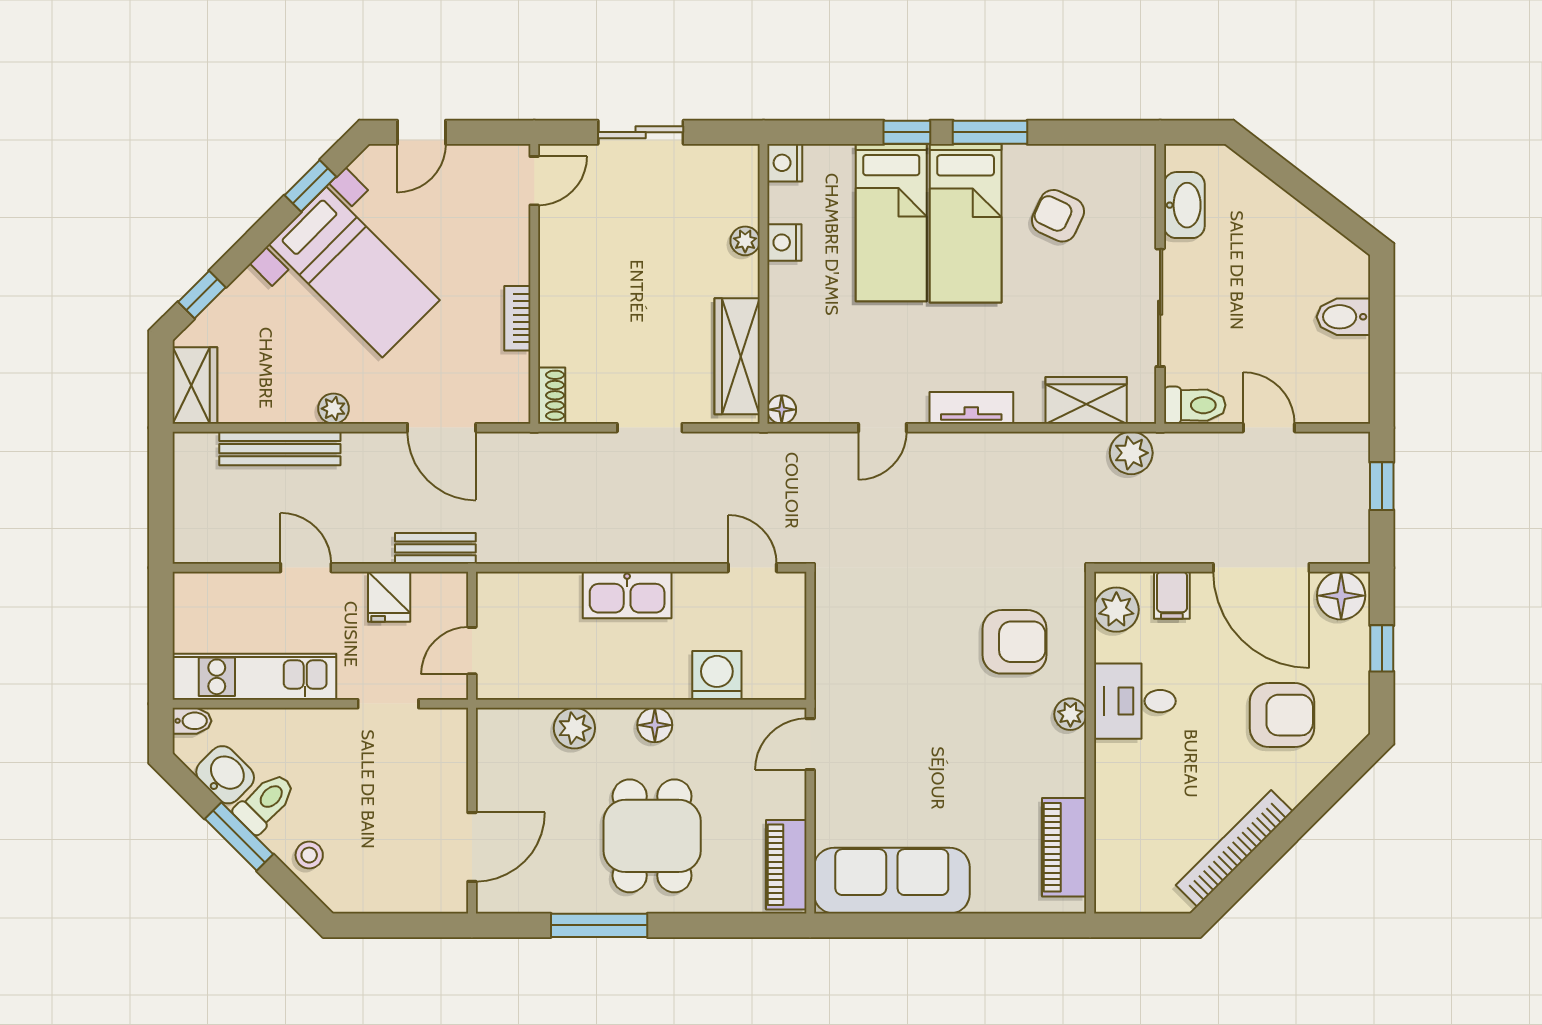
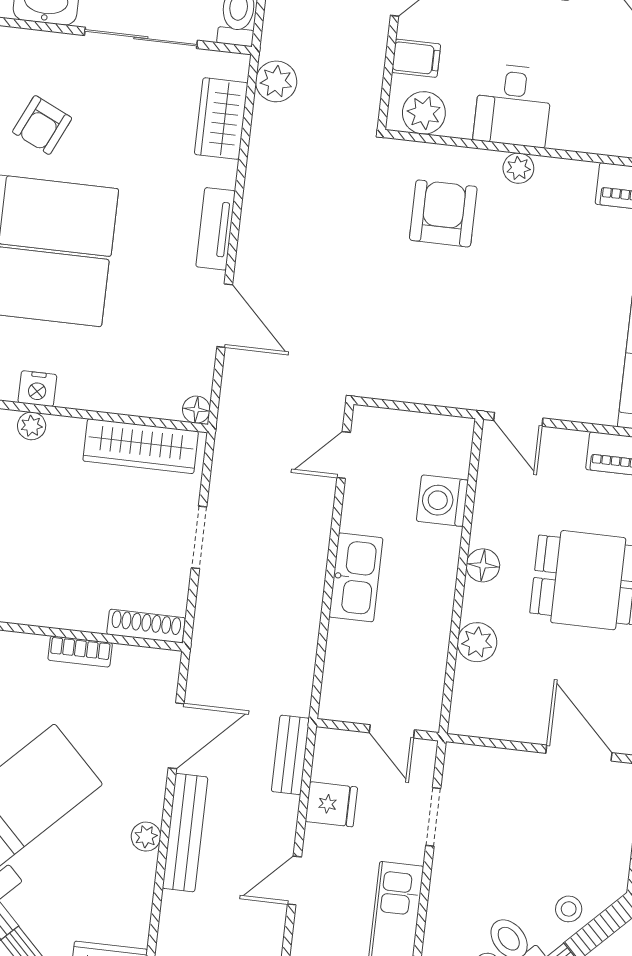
shoe rack: (552, 395) -> (146, 626), width x1.43
door: (882, 428) -> (225, 316), width x1.38
bench: (280, 449) -> (185, 833), moved

